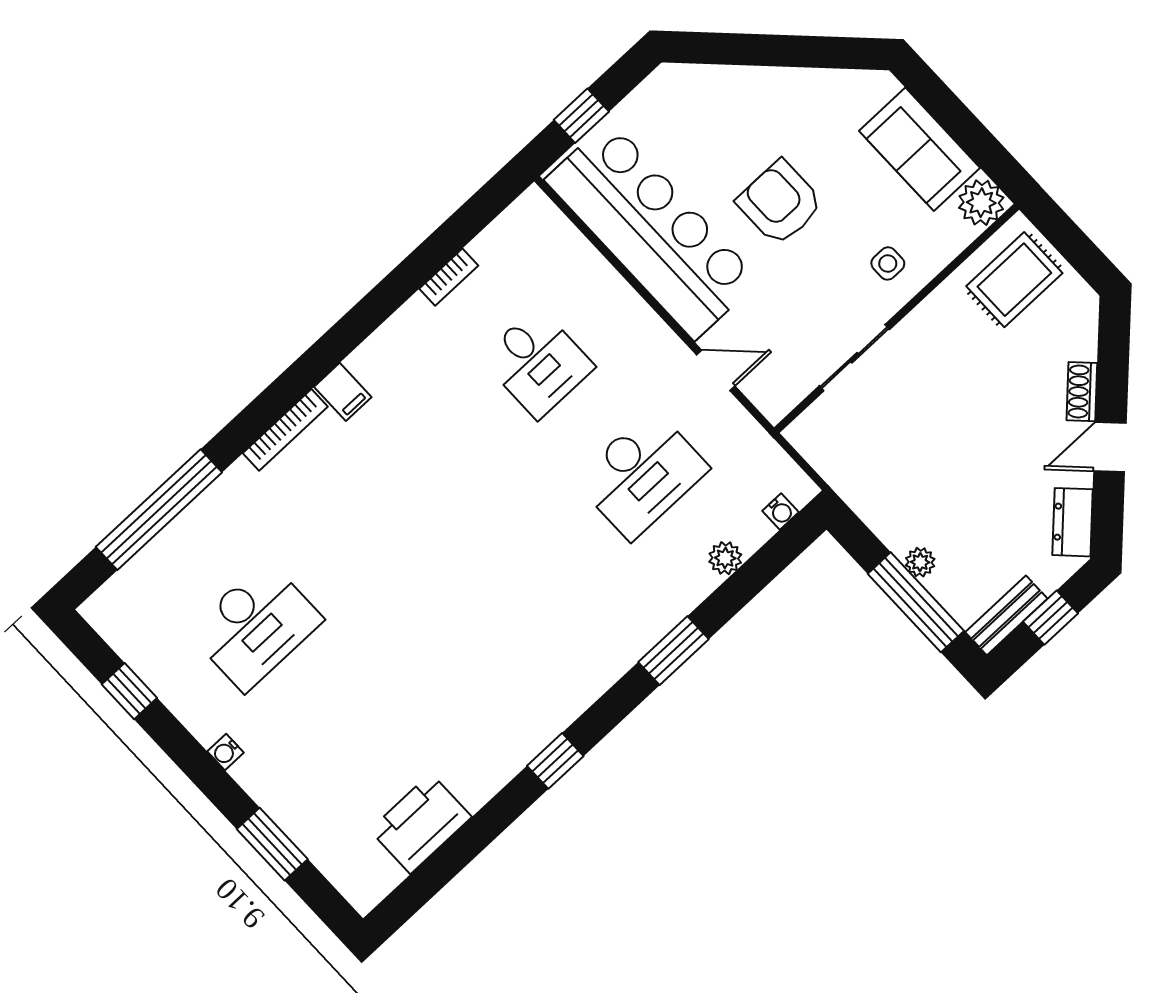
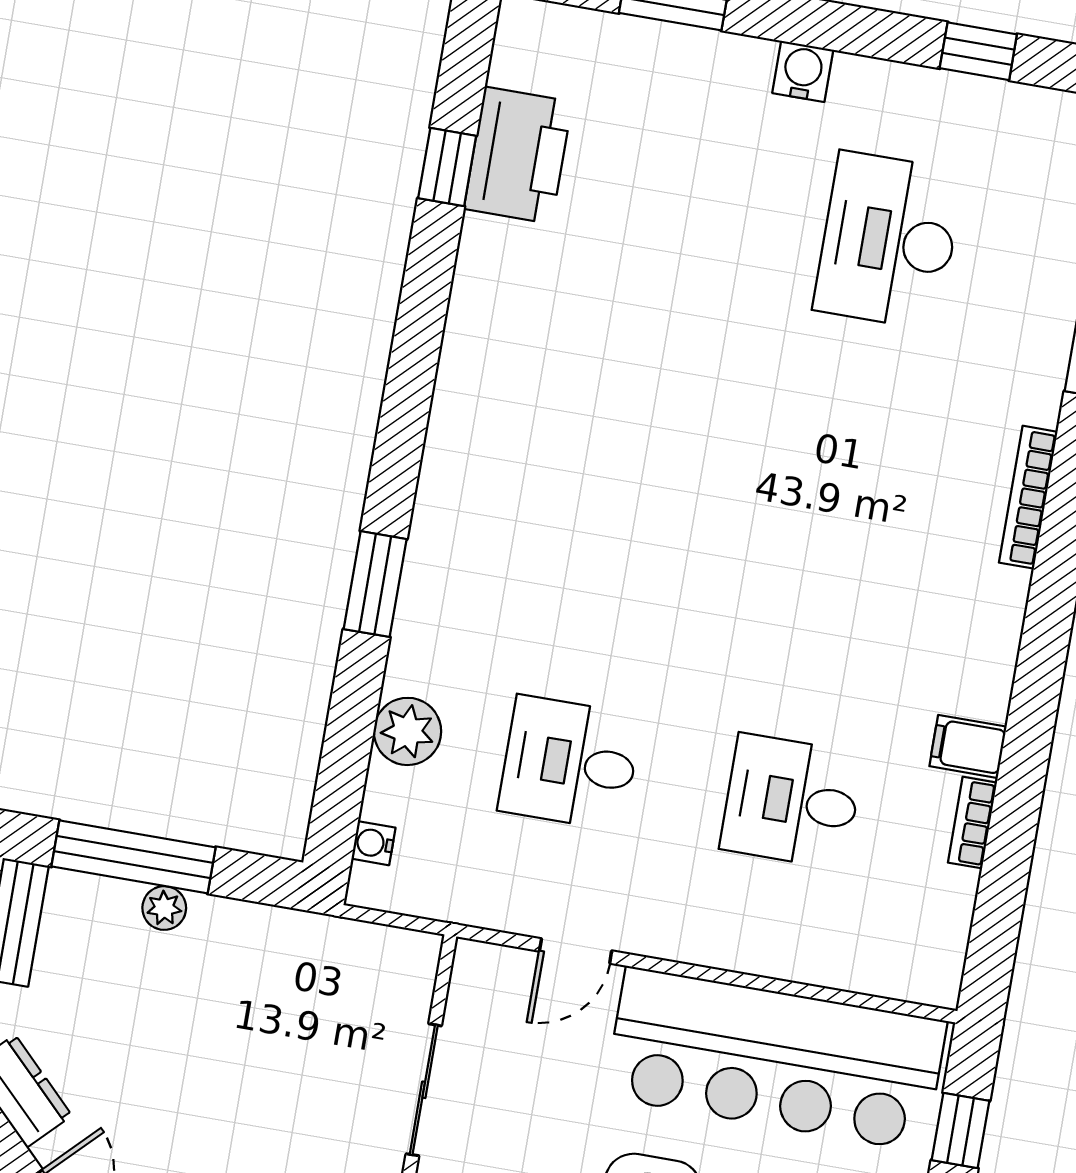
filing cabinet: (343, 392) -> (968, 746), moved
desk: (642, 474) -> (570, 763), width x0.73
plant: (725, 558) -> (408, 731), width x1.38, depth x1.38
water cooler: (225, 752) -> (803, 71), width x1.38, depth x1.38
window: (555, 761) -> (447, 167), moved

